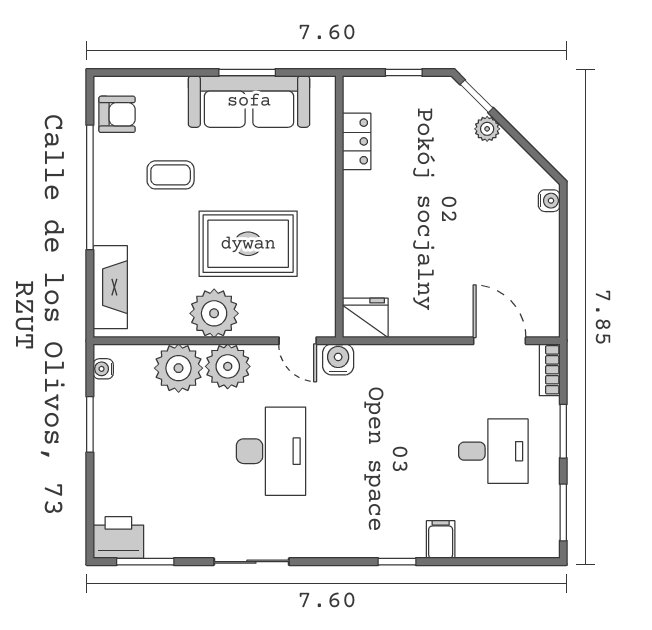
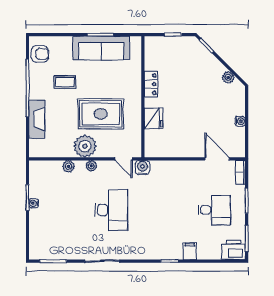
plant: (487, 129) -> (228, 77), moved
locker: (357, 141) -> (151, 84), moved
water cooler: (549, 201) -> (240, 121), moved
fireplace: (110, 287) -> (37, 119), moved
fridge: (365, 318) -> (153, 118), moved, turned 90
plant: (228, 366) -> (91, 166), width x0.53, depth x0.53
plant: (179, 368) -> (69, 166), width x0.53, depth x0.53
water cooler: (103, 369) -> (34, 203), moved
printer: (118, 538) -> (233, 250), moved

